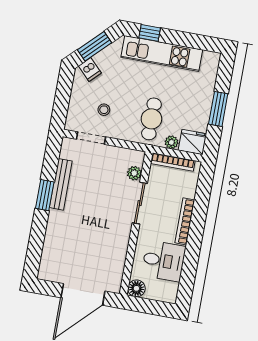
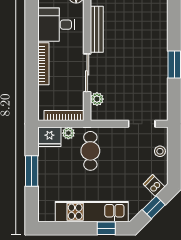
window: (95, 46) -> (154, 207), width x0.67
stool: (104, 110) -> (160, 151), moved
bench: (61, 184) -> (97, 29), moved

